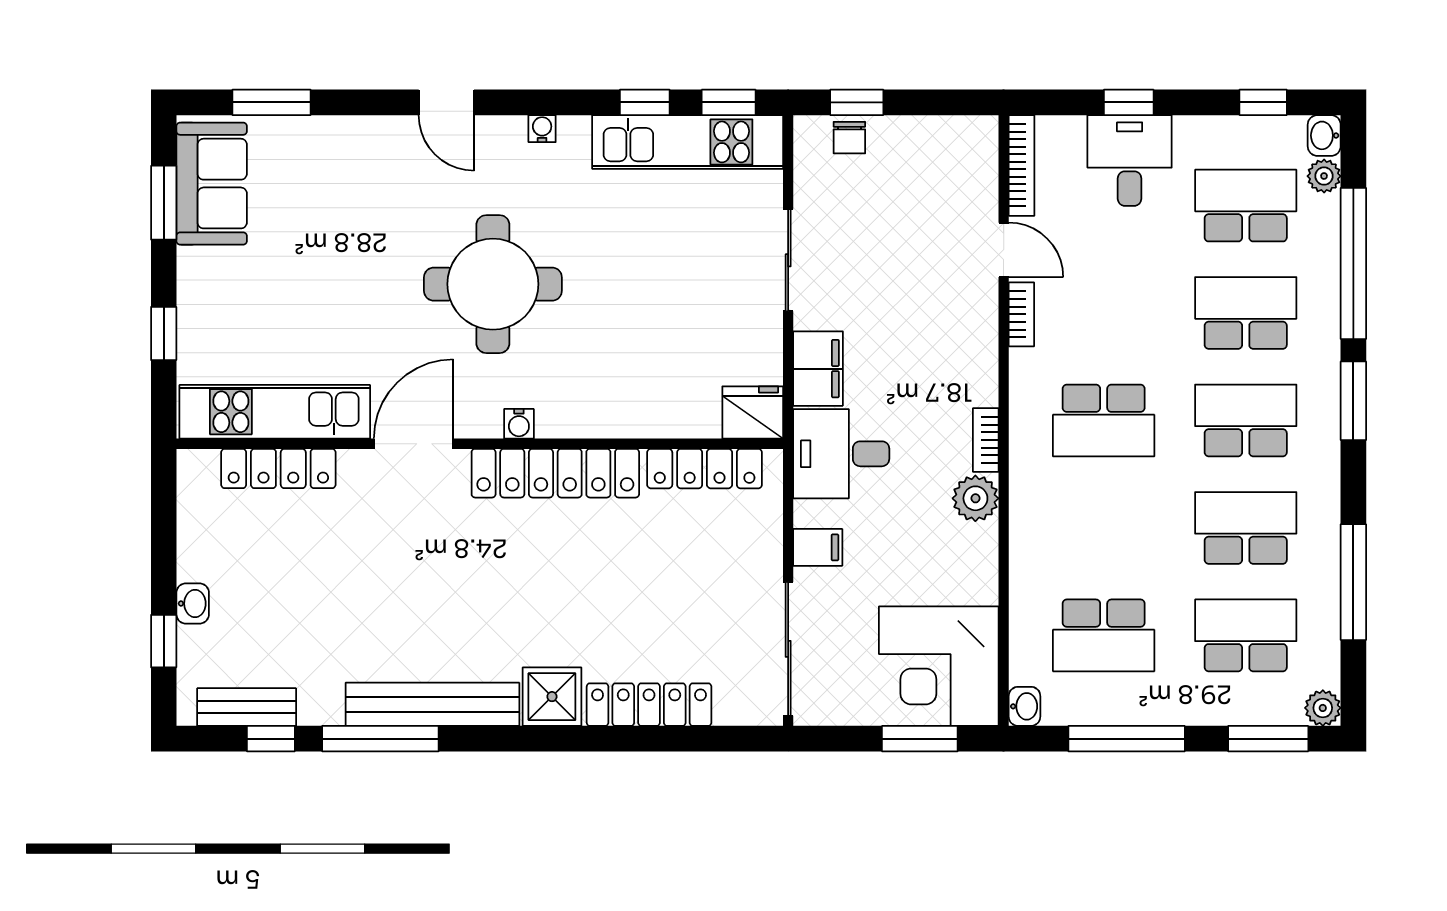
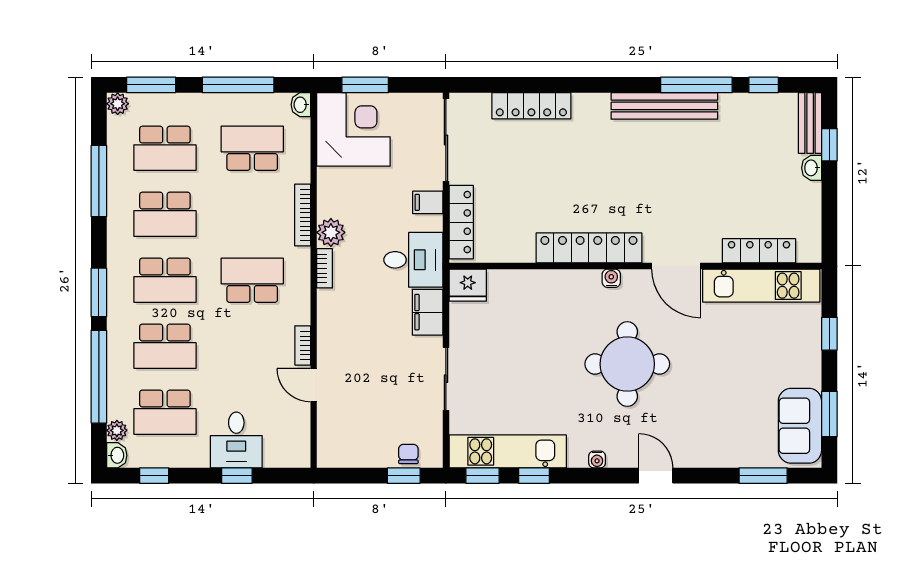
bookcase: (1022, 165) -> (303, 215), moved
door: (413, 444) -> (676, 266), hinge flipped
locker: (705, 469) -> (461, 222), moved, turned 90
shower: (552, 697) -> (591, 111), removed
bench: (247, 707) -> (810, 123), moved, turned 90

